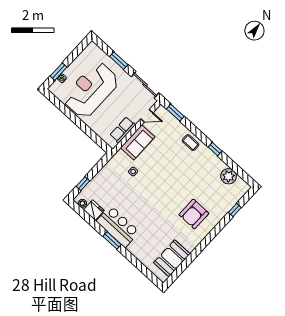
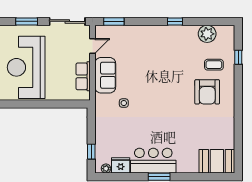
coffee table: (190, 143) -> (214, 65), moved
booth: (172, 258) -> (217, 161), moved, turned 90

